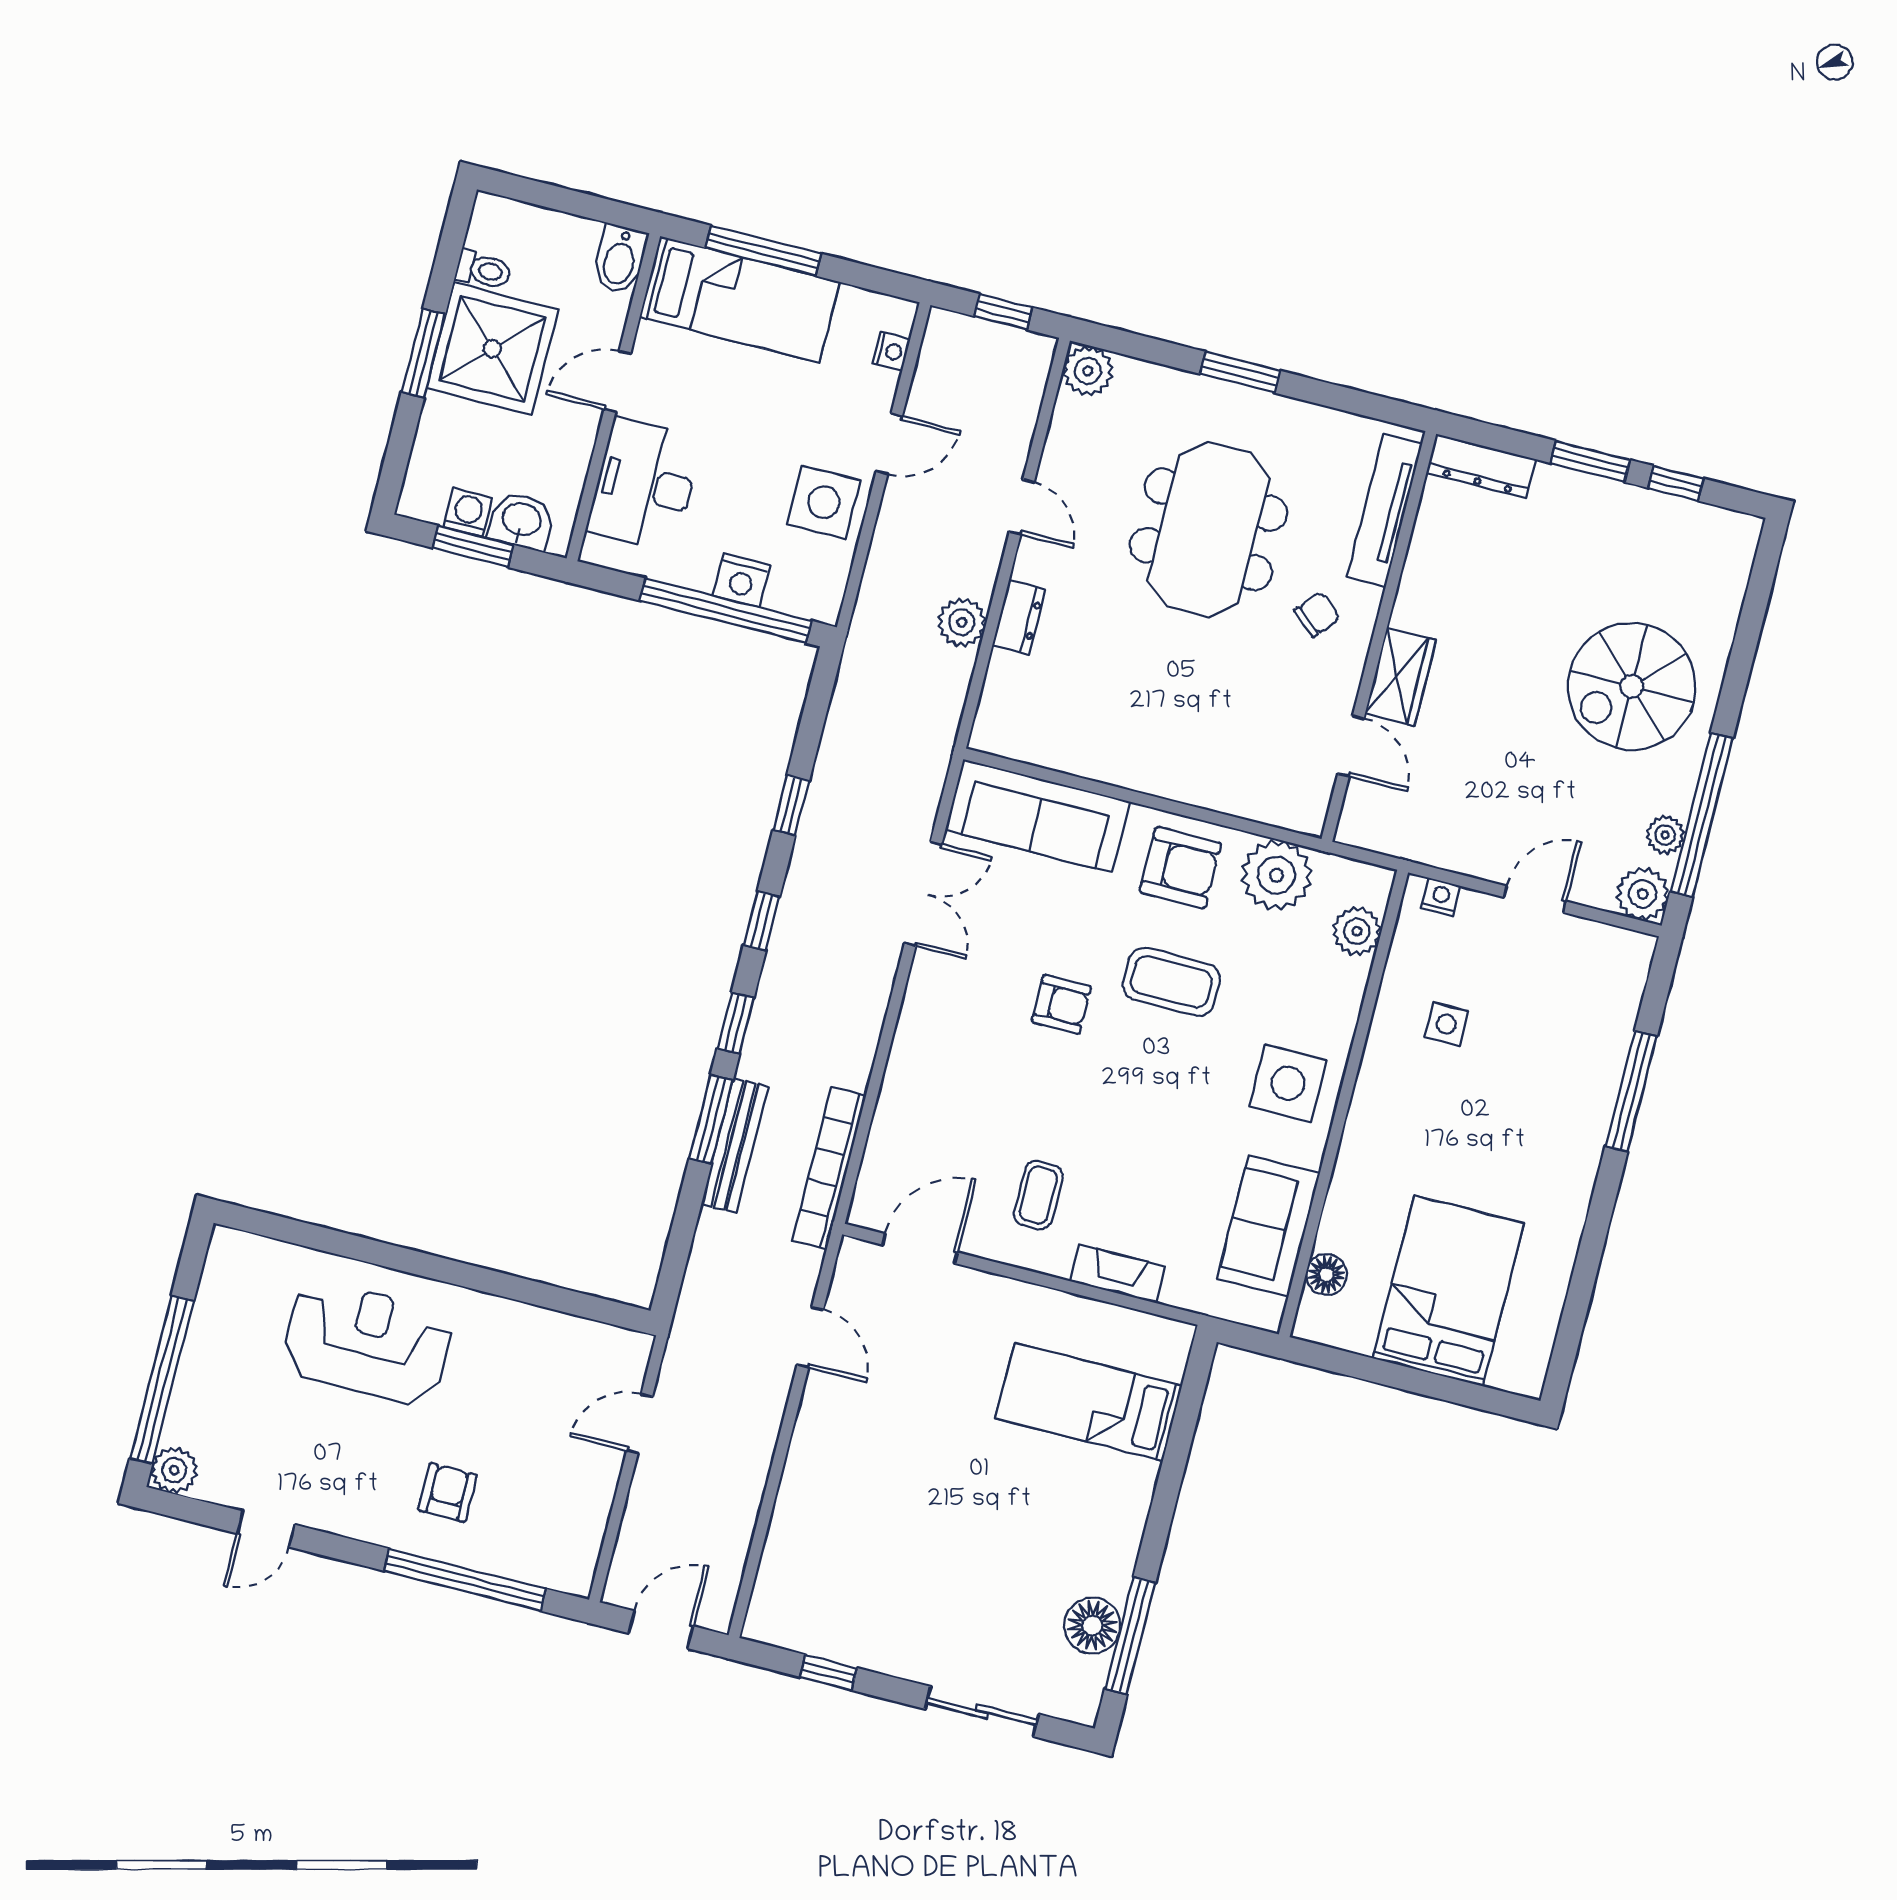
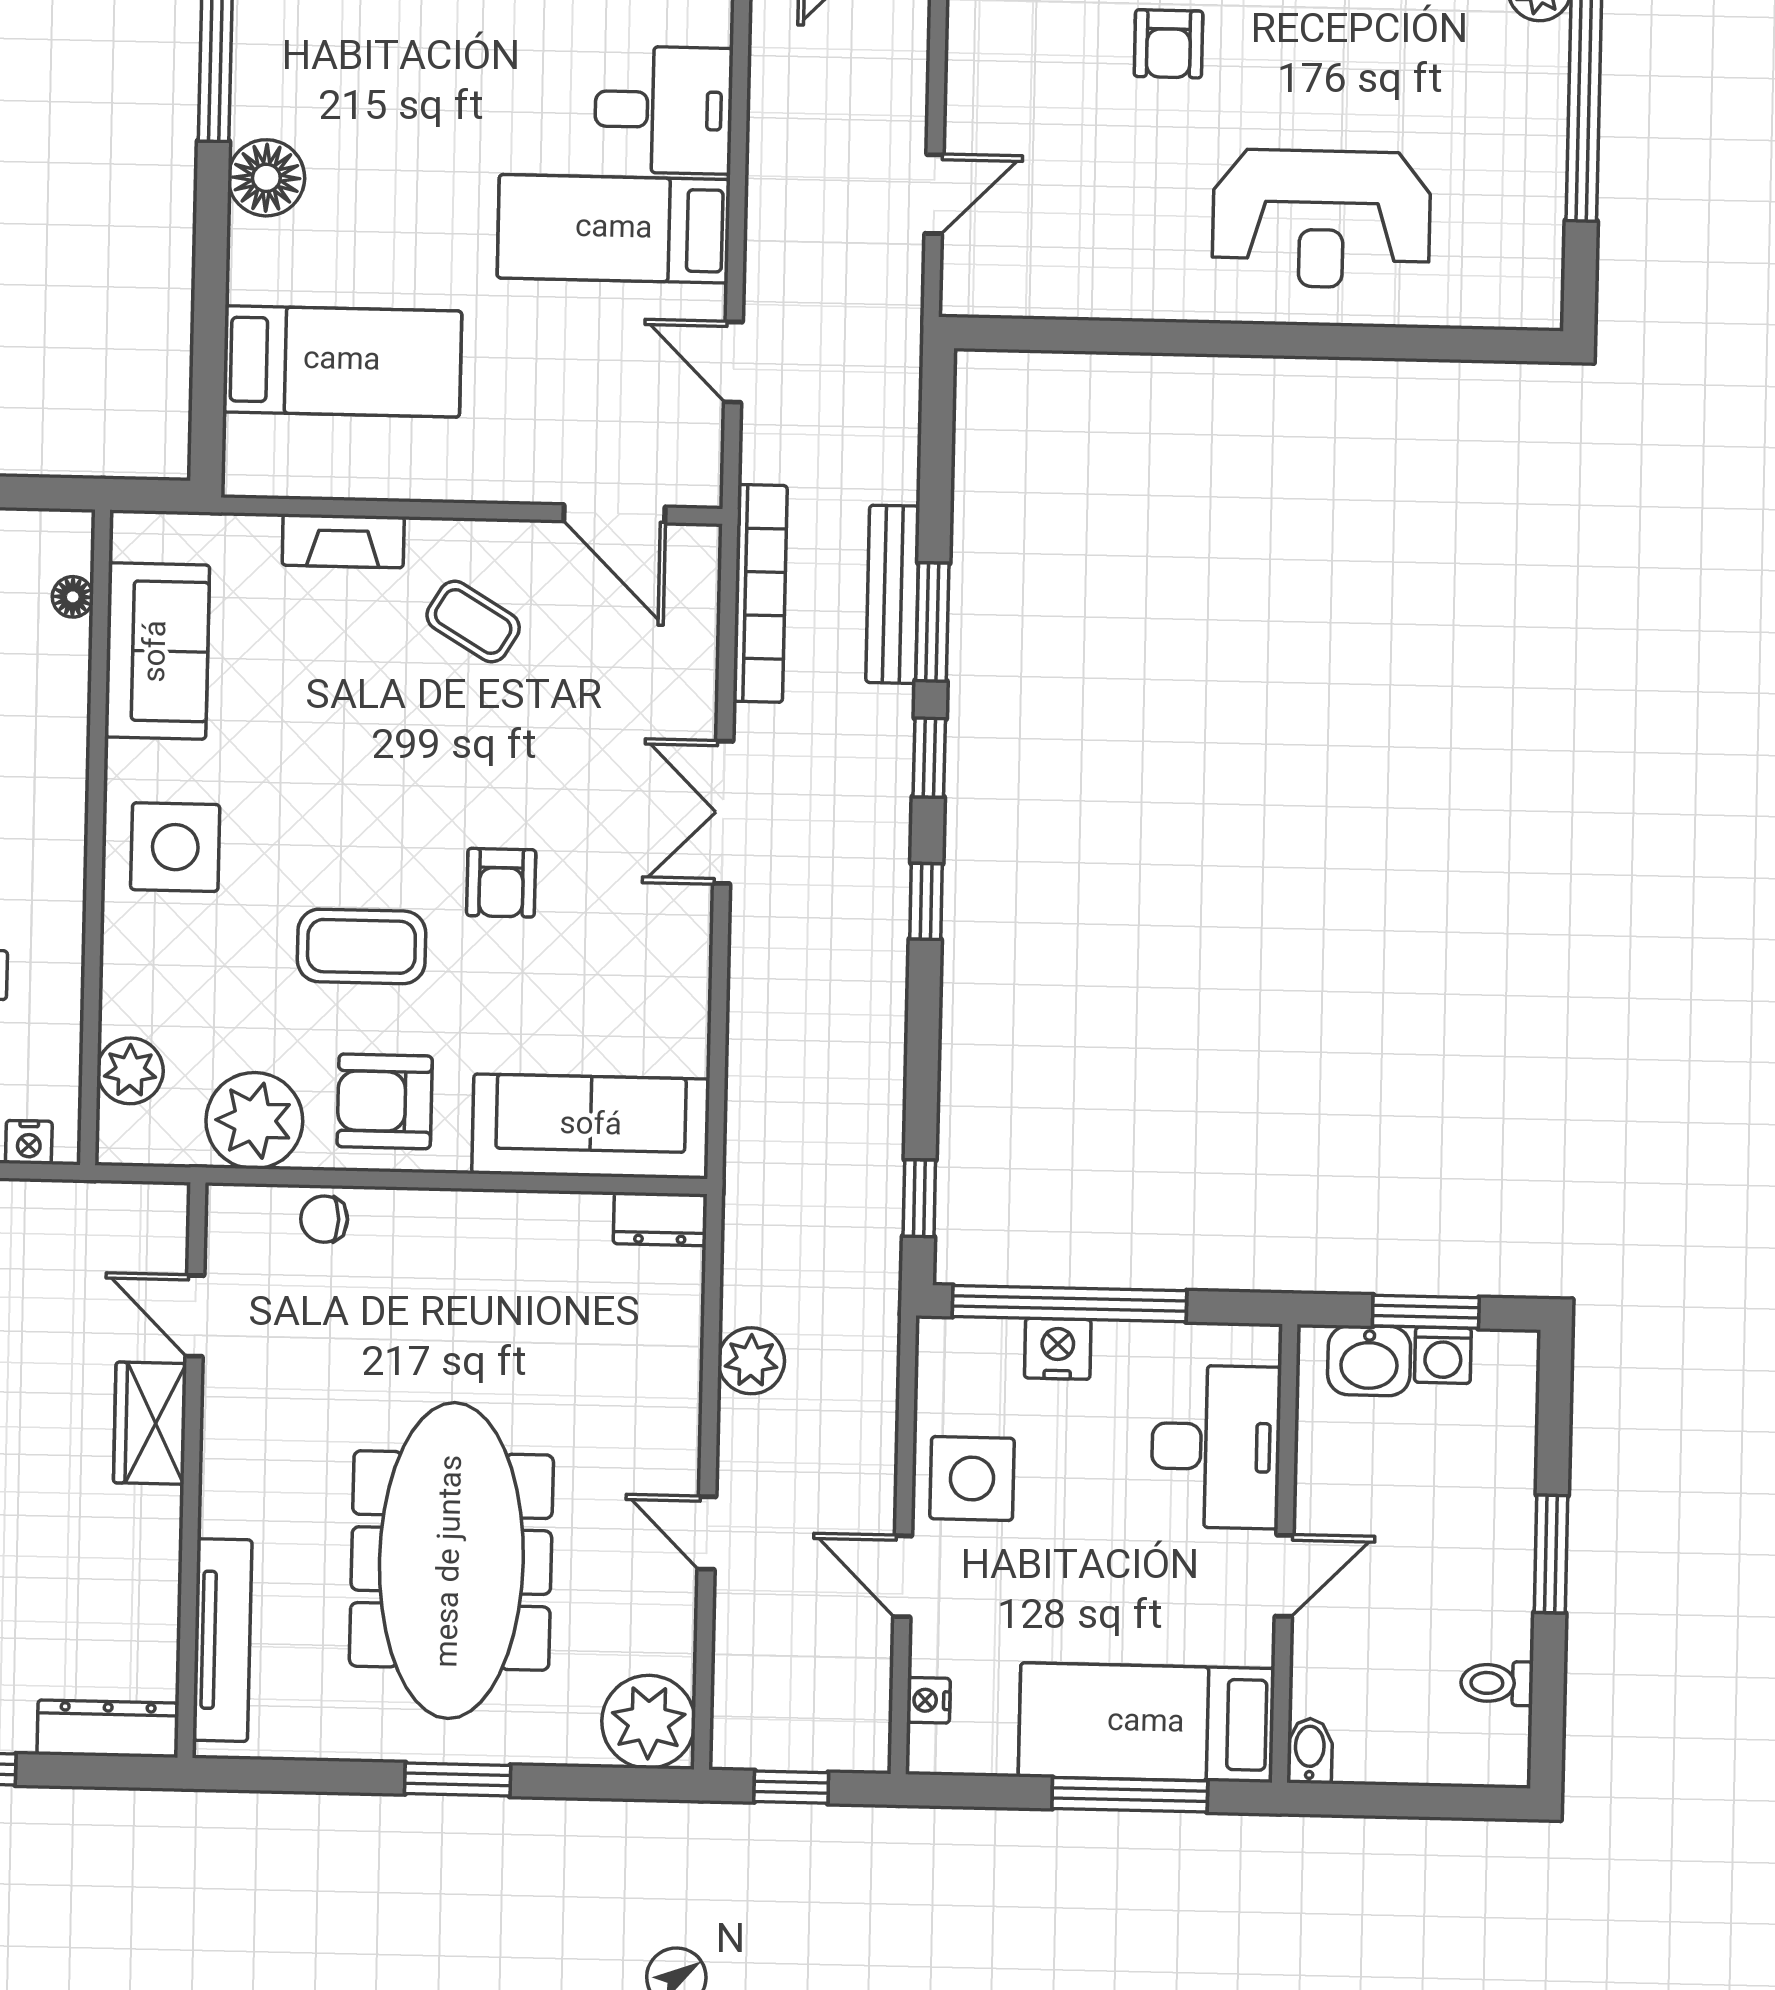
bidet: (620, 259) -> (1310, 1751), width x0.72, depth x0.74
shower: (492, 349) -> (1461, 1581), removed
plant: (1088, 371) -> (648, 1722), width x1.36, depth x1.36
door: (889, 444) -> (903, 1576), hinge flipped
meeting table: (1208, 529) -> (451, 1561), width x1.36
chair: (1317, 614) -> (324, 1219), moved, turned 50
dresser: (1019, 617) -> (660, 1219), moved, turned -90
window: (791, 805) -> (919, 1198), moved
double door: (923, 894) -> (723, 812), moved
armchair: (1061, 1004) -> (501, 883), turned -90
coffee table: (1038, 1195) -> (473, 622), turned -59
door: (920, 1249) -> (614, 514), hinge flipped
floor lamp: (1326, 1275) -> (73, 597), width x0.73, depth x0.73
bed: (874, 1452) -> (614, 229), added
desk: (818, 1528) -> (664, 110), added
floor lamp: (1092, 1626) -> (266, 178), moved

